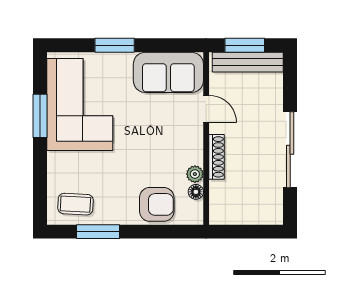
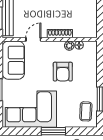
window: (40, 116) -> (53, 131), moved
armchair: (157, 204) -> (63, 72), moved, turned 180

